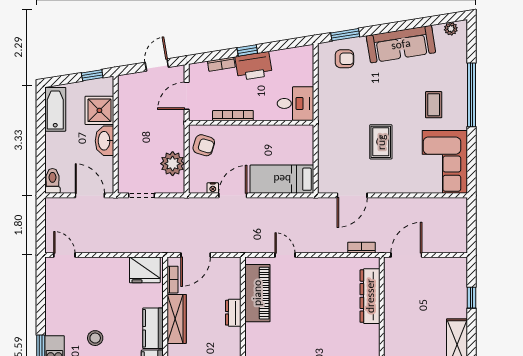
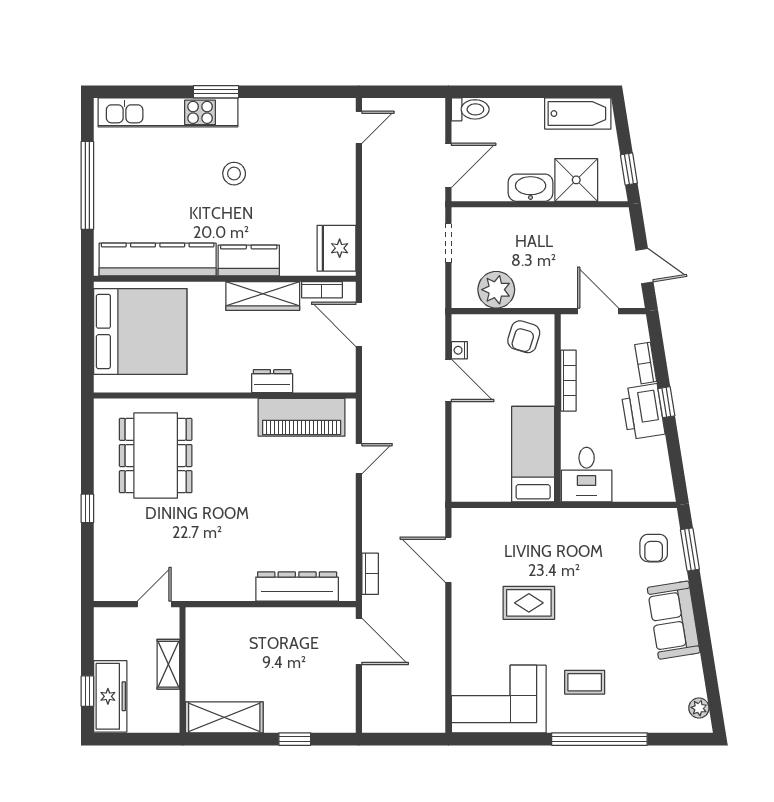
sofa: (401, 44) -> (674, 620), width x0.73
bed: (282, 179) -> (533, 454), moved

